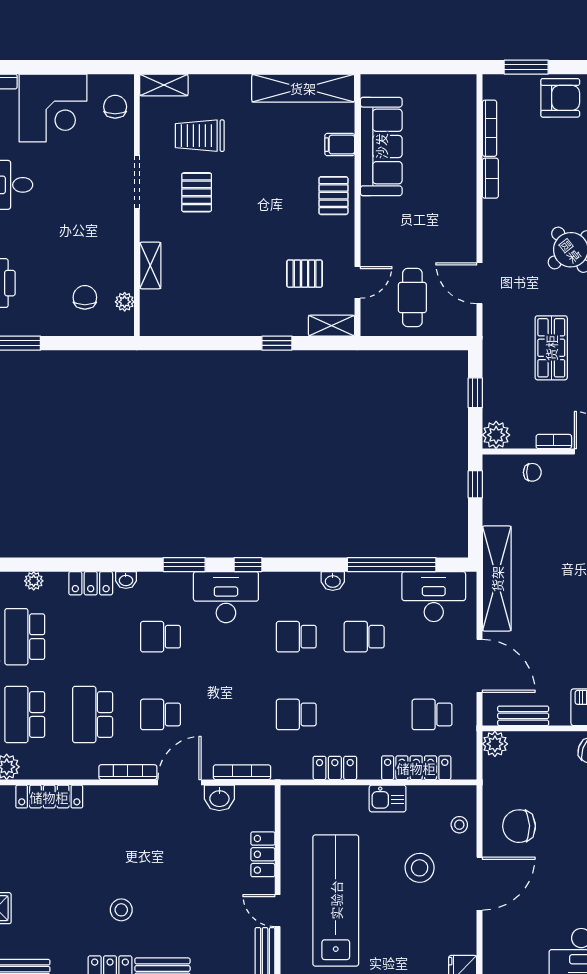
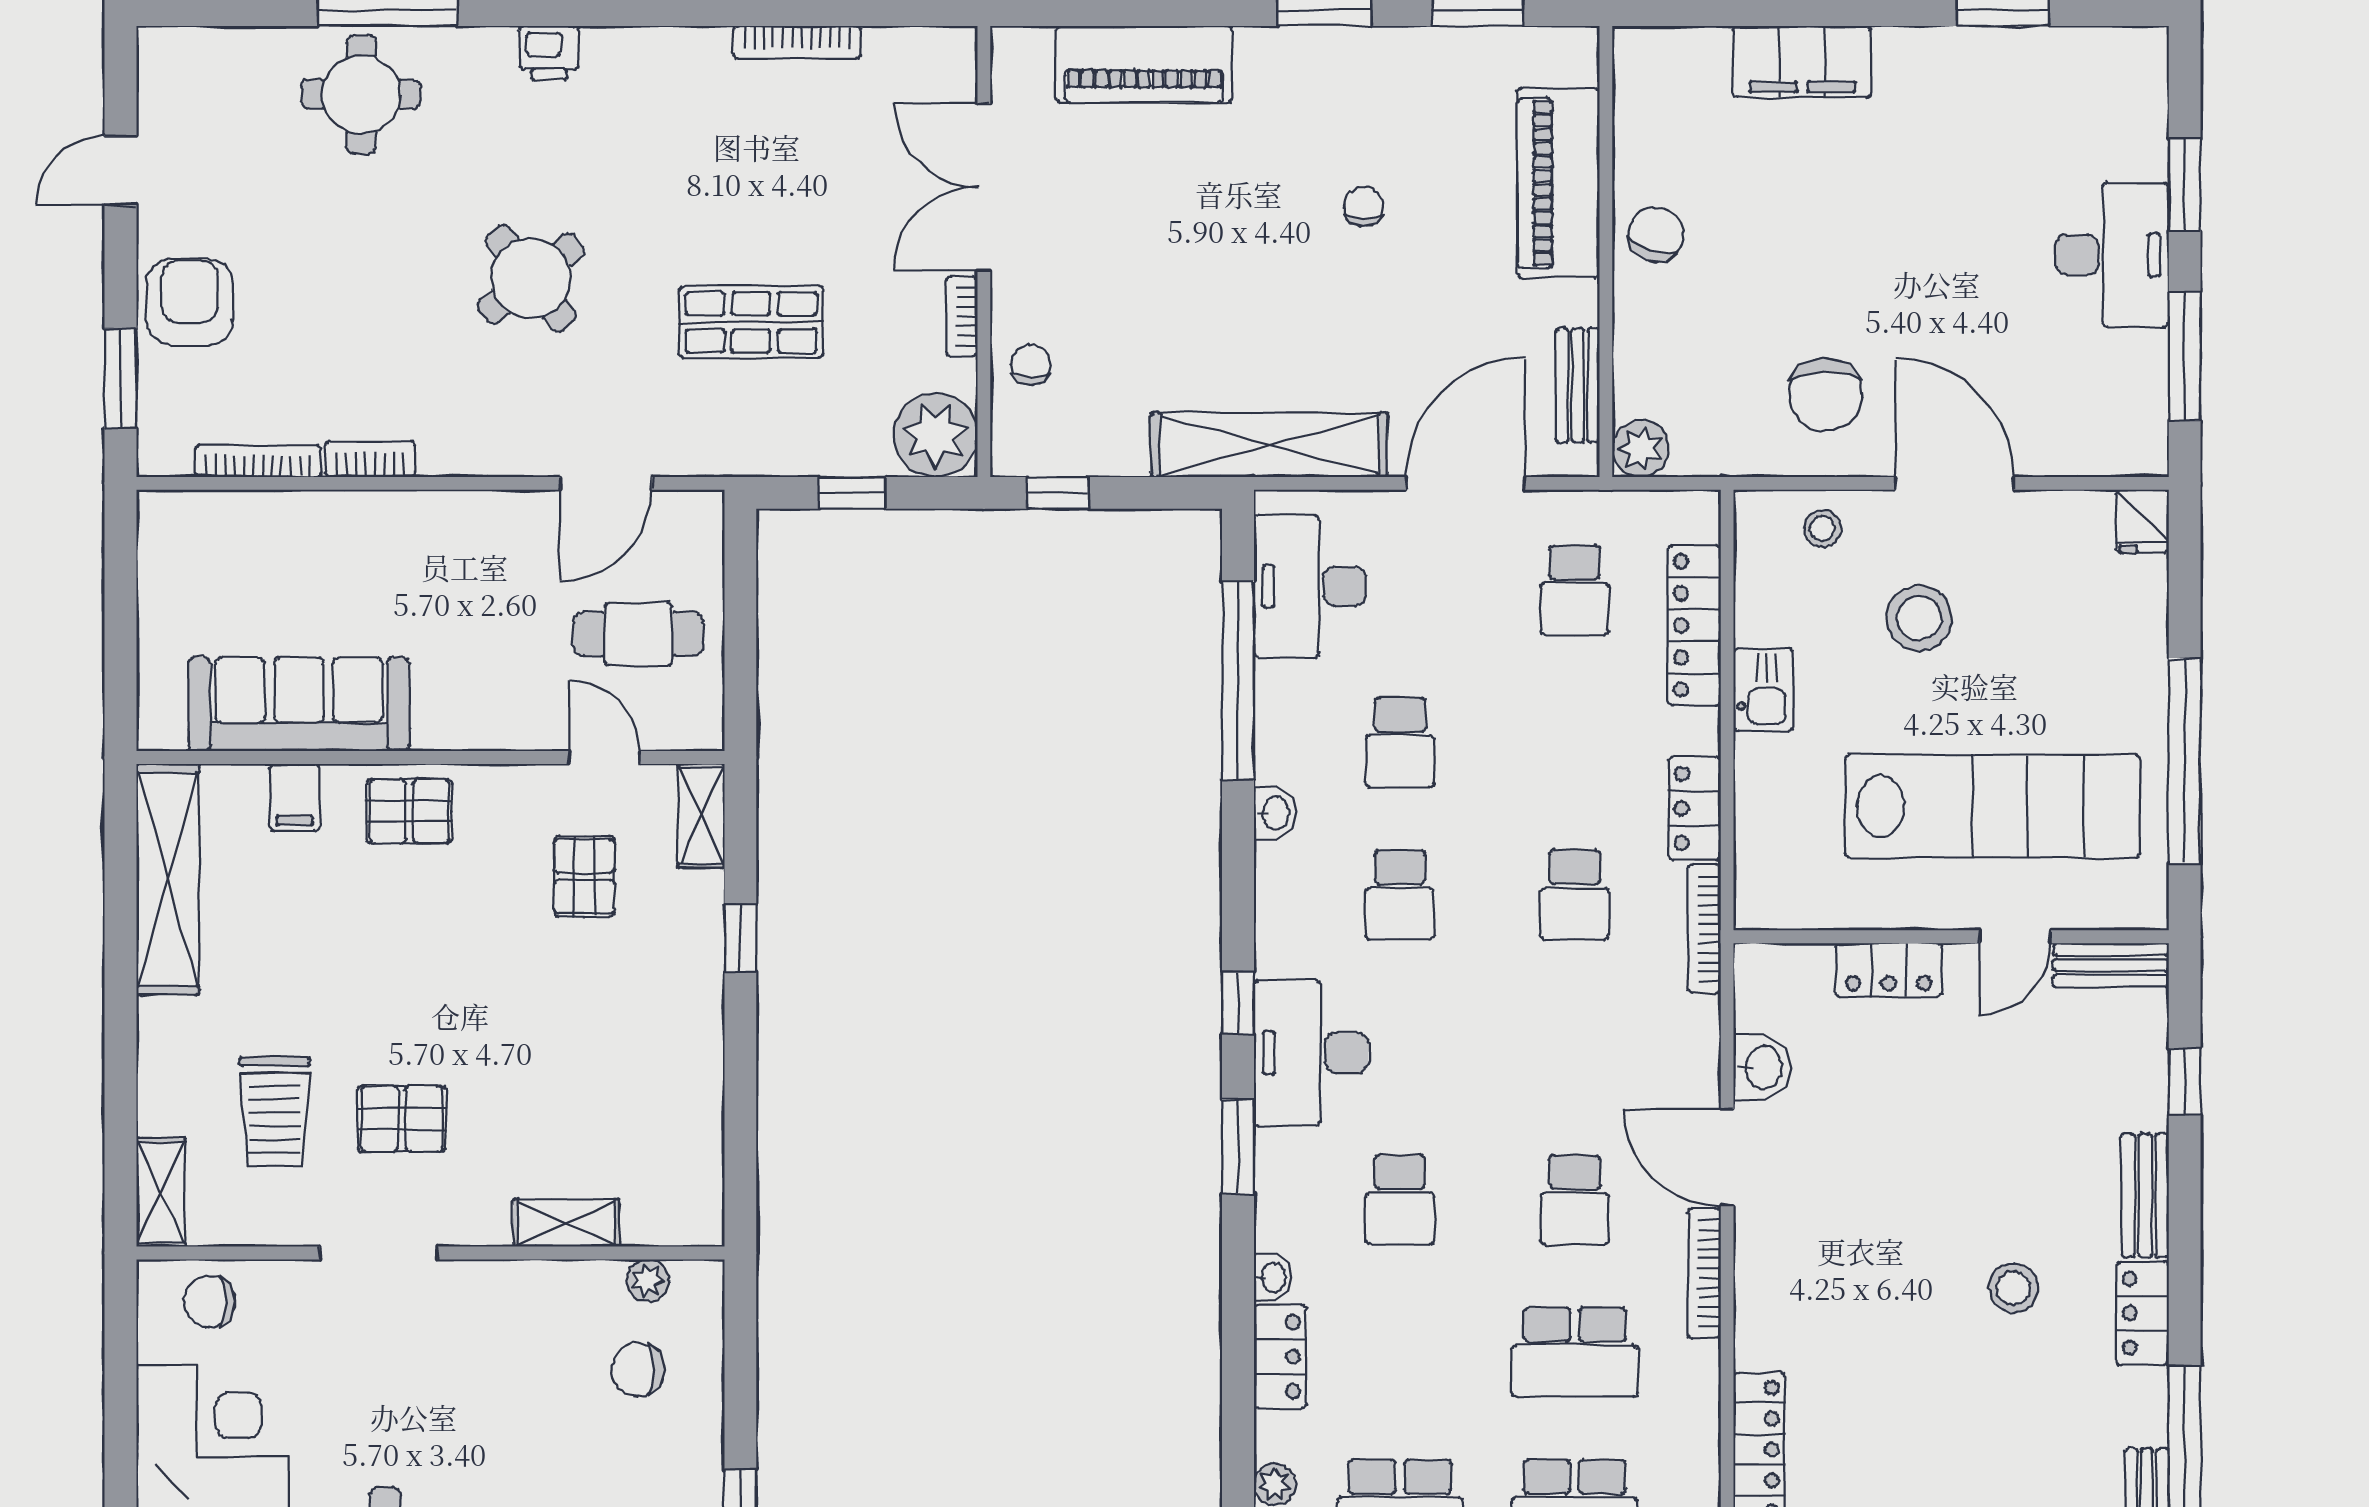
plant: (496, 435) -> (935, 435), width x1.36, depth x1.36
bookcase: (242, 772) -> (1704, 929), moved
lab bench: (336, 900) -> (1992, 806), turned 180

